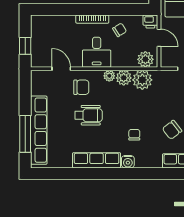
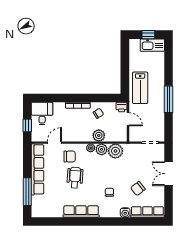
desk: (97, 52) -> (42, 113), moved, turned 180
plant: (145, 59) -> (99, 135), moved
door: (61, 69) -> (54, 143), hinge flipped
wheelchair: (89, 115) -> (75, 178), turned -86
row of seats: (39, 130) -> (38, 169), moved
water cooler: (128, 162) -> (125, 213), moved

